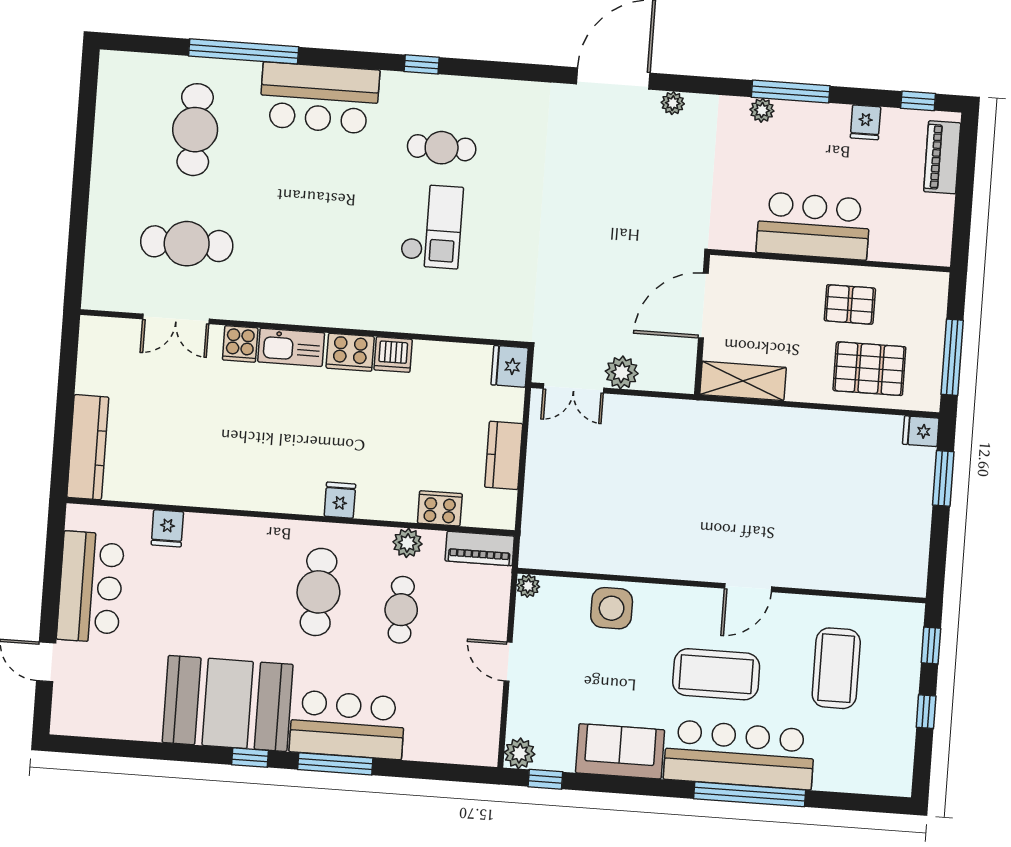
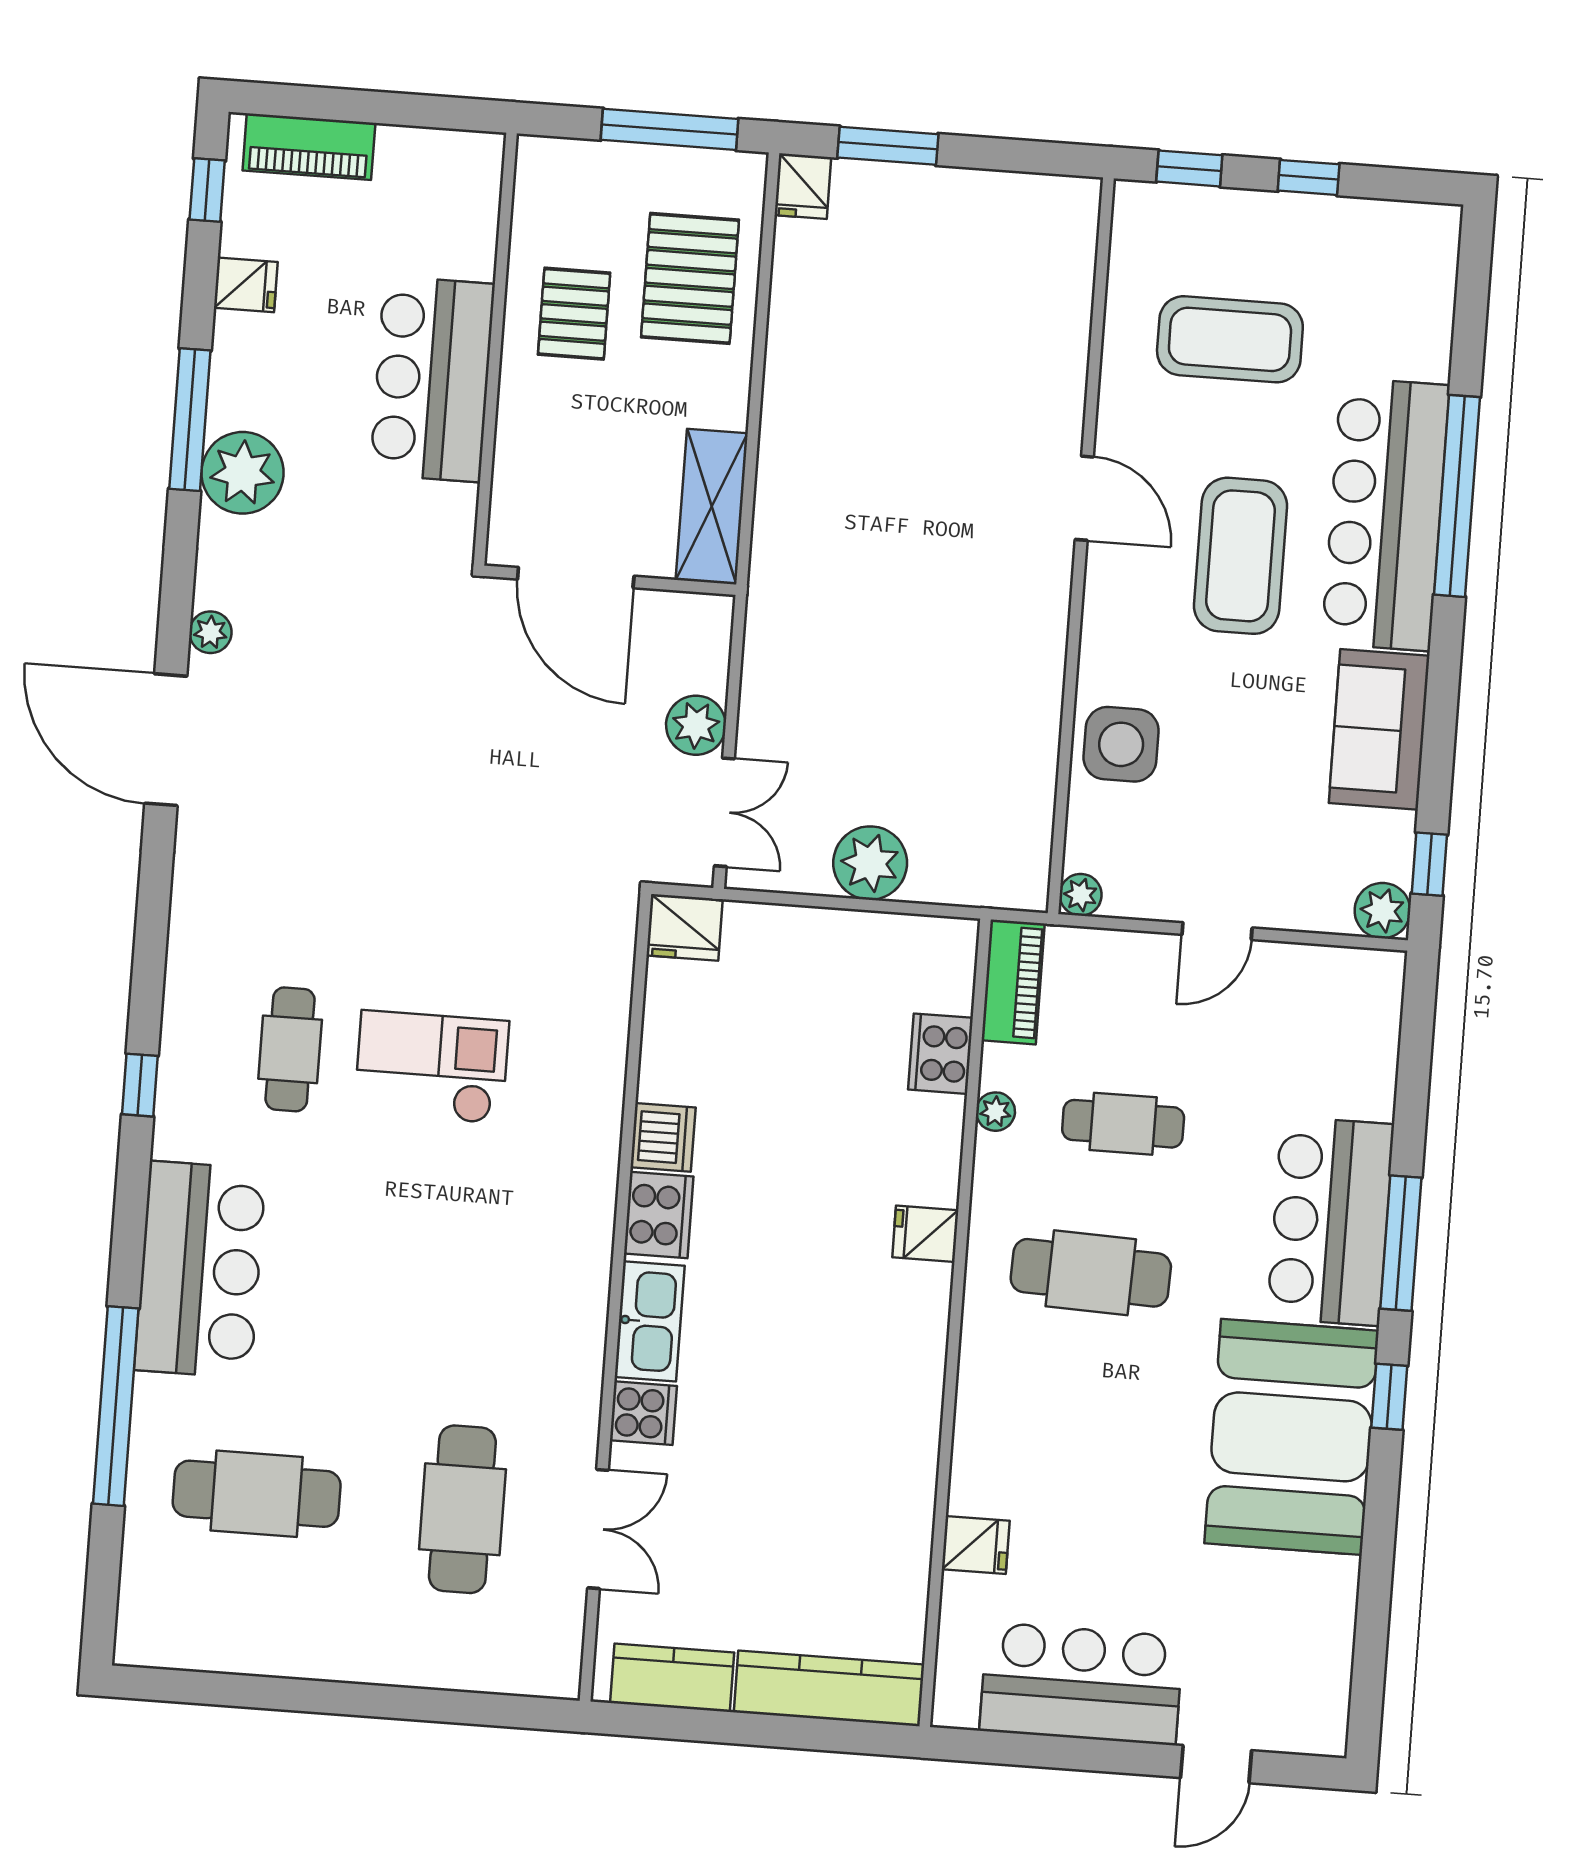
plant: (762, 110) -> (243, 473), width x1.87, depth x1.87
kitchen counter: (504, 455) -> (672, 1678), moved, turned 180
plant: (545, 469) -> (870, 863), added
plant: (407, 543) -> (995, 1112), width x0.73, depth x0.73

